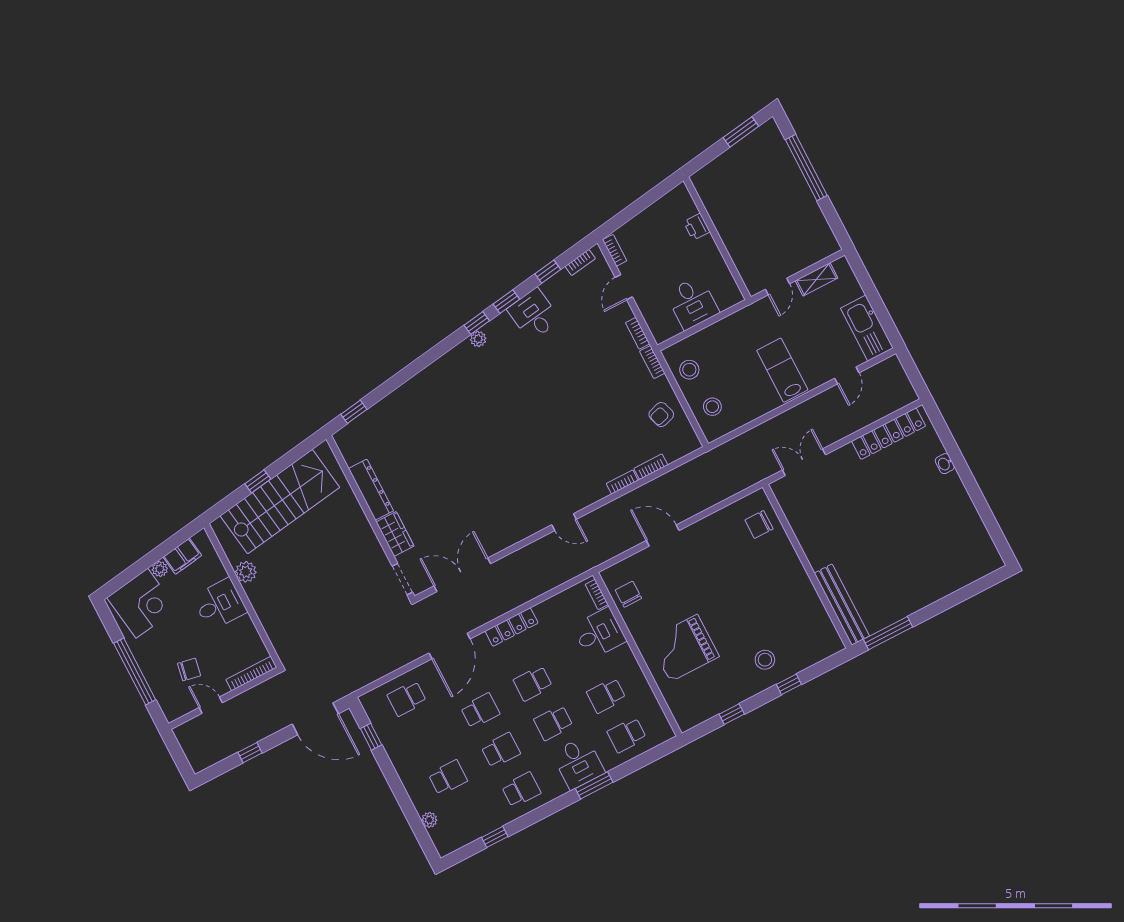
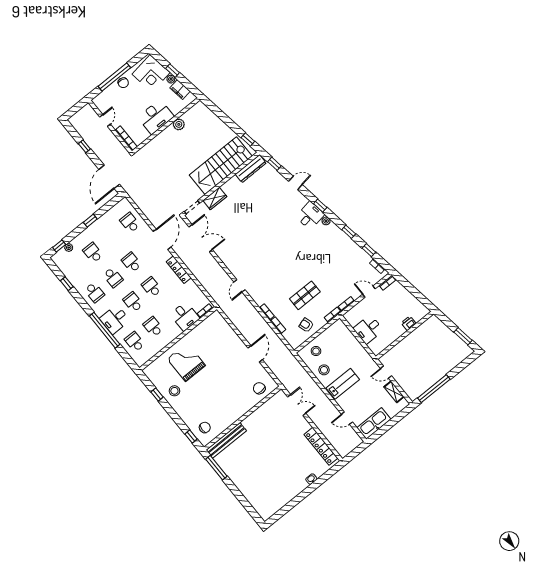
window: (806, 168) -> (434, 389), moved
desk: (534, 315) -> (310, 216), moved
window: (477, 323) -> (320, 206), moved
stool: (689, 370) -> (324, 370), moved
door: (397, 381) -> (295, 183), added
shop shelf: (606, 406) -> (305, 295), added
window: (258, 481) -> (248, 139), moved
dresser: (371, 490) -> (251, 169), moved
stairs: (280, 502) -> (221, 166), moved, turned 98
door: (663, 536) -> (255, 354), moved
window: (145, 563) -> (172, 71), added
chair: (628, 594) -> (205, 428), moved
desk: (220, 604) -> (156, 117), width x1.37
door: (450, 646) -> (162, 239), swing flipped
stool: (765, 660) -> (174, 391), moved
chair: (189, 670) -> (123, 83), moved
window: (789, 684) -> (191, 436), moved
school desk: (480, 711) -> (131, 262), turned 180
window: (371, 737) -> (90, 221), moved
school desk: (448, 778) -> (93, 253), turned 180
window: (594, 785) -> (105, 330), width x2.11
window: (423, 837) -> (59, 246), added

